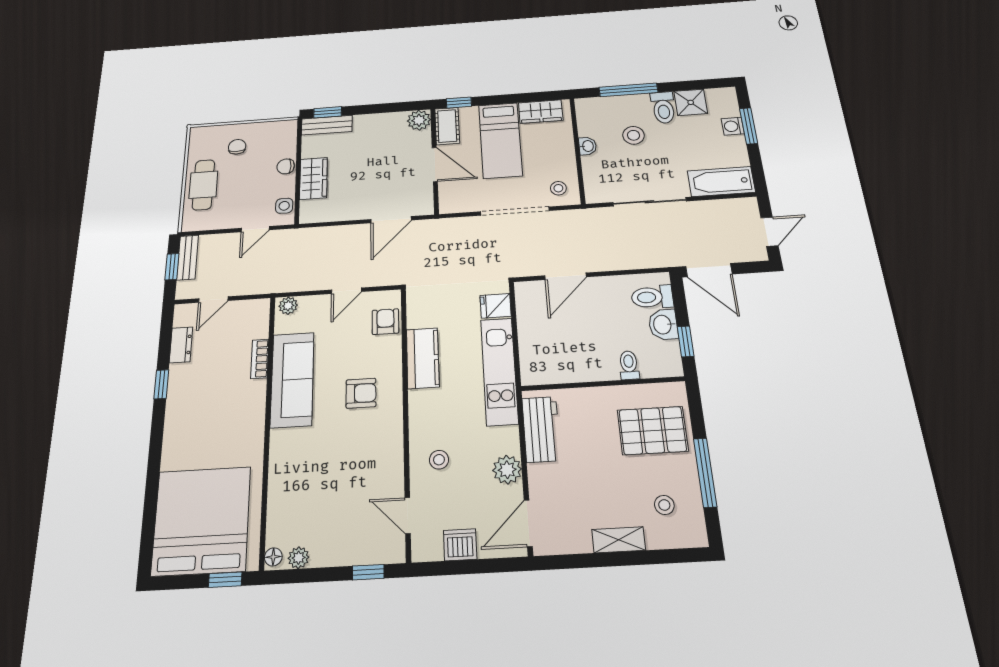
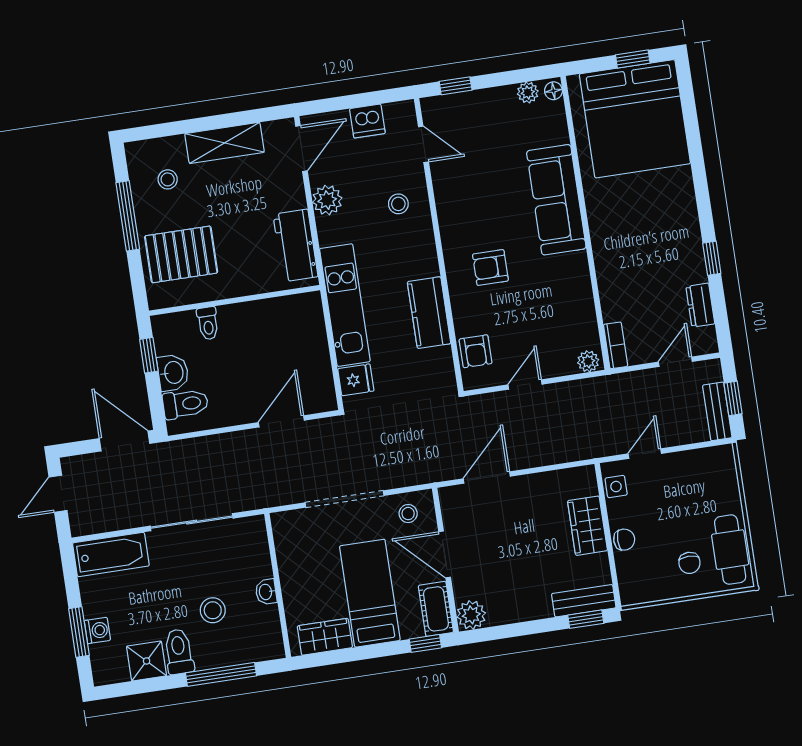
cafe table: (203, 185) -> (730, 550), moved
stool: (558, 188) -> (408, 514), moved
bookcase: (260, 359) -> (616, 345), moved
sofa: (292, 379) -> (556, 200), moved
shelving: (619, 540) -> (225, 143), width x1.50, depth x1.33
window: (225, 580) -> (633, 59), moved

